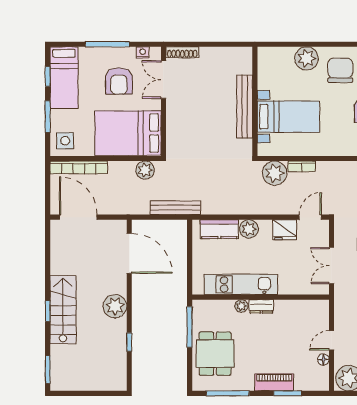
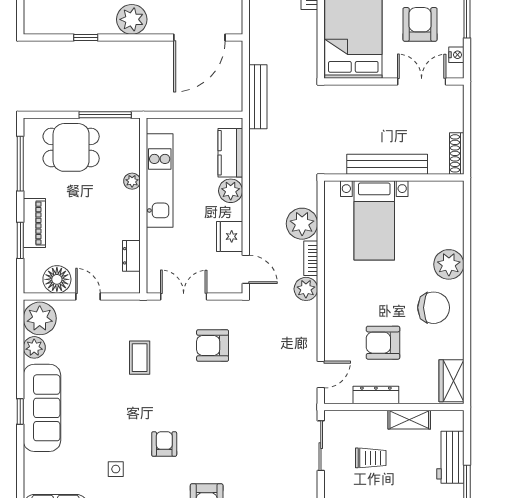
shoe rack: (182, 52) -> (457, 153), moved
armchair: (119, 81) -> (420, 24), turned 90
wall: (255, 101) -> (394, 177), moved
bench: (245, 107) -> (387, 164), moved
bed with nightstands: (288, 117) -> (374, 220), moved
plant: (145, 170) -> (306, 289), moved
dresser: (261, 306) -> (131, 256), moved
floor lamp: (323, 360) -> (57, 279), width x1.89, depth x1.89

